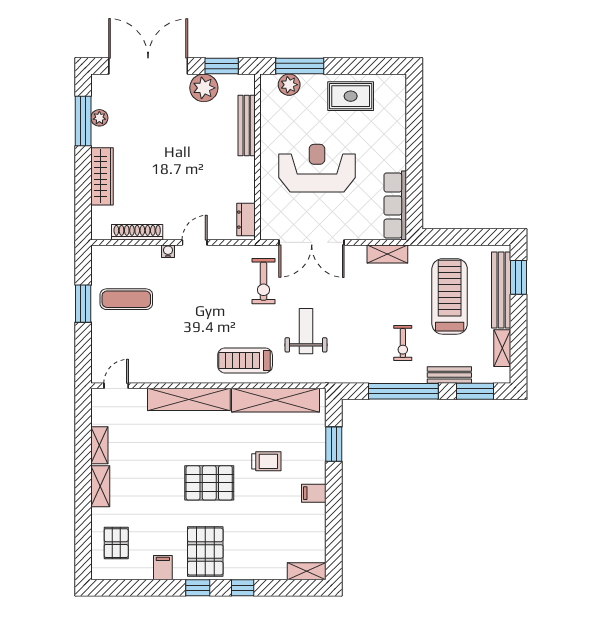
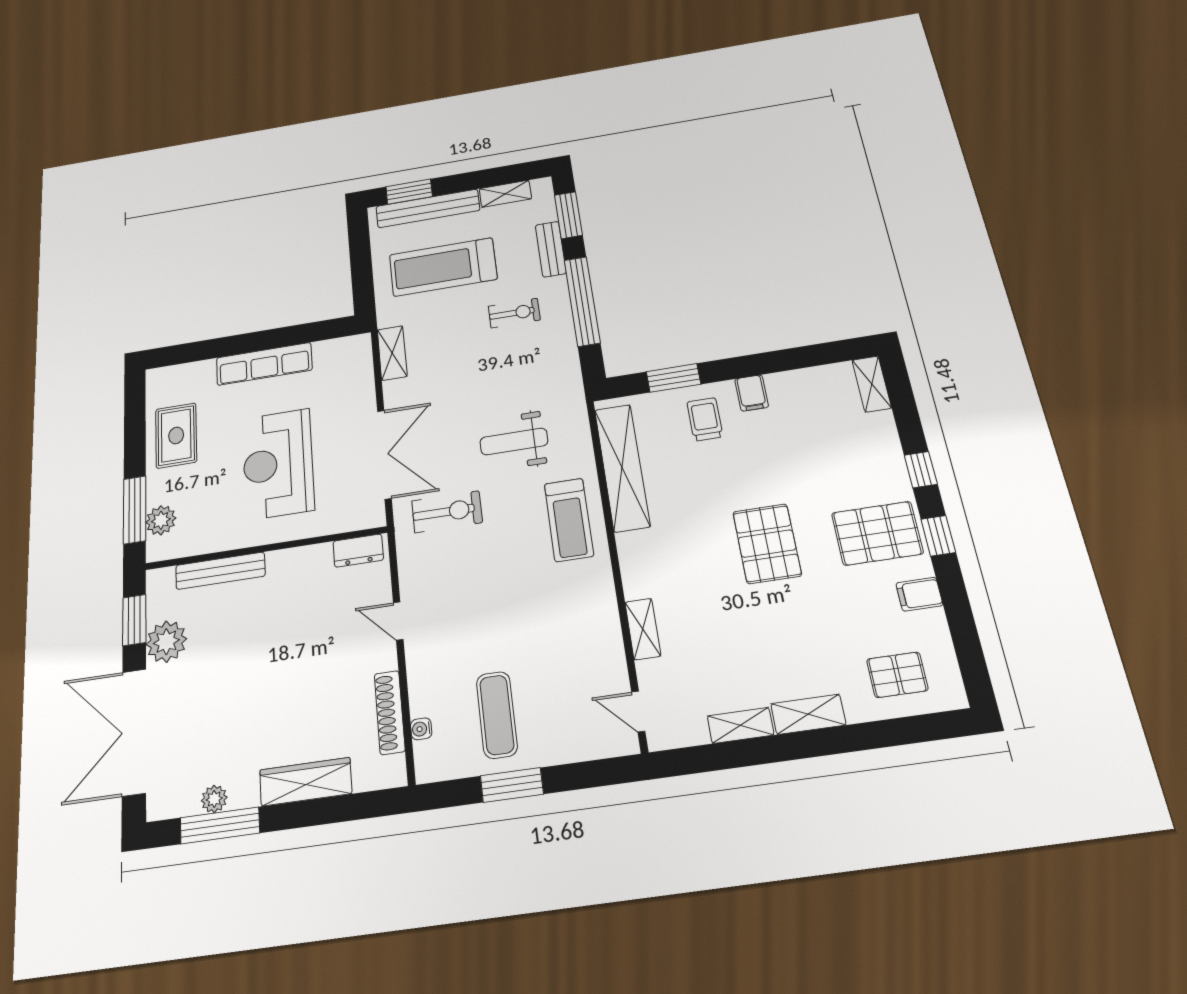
row of seats: (395, 206) -> (264, 364), moved
water cooler: (168, 251) -> (421, 729), moved
shelving: (189, 399) -> (643, 629), width x0.45, depth x0.75
trolley: (266, 461) -> (705, 419), moved

